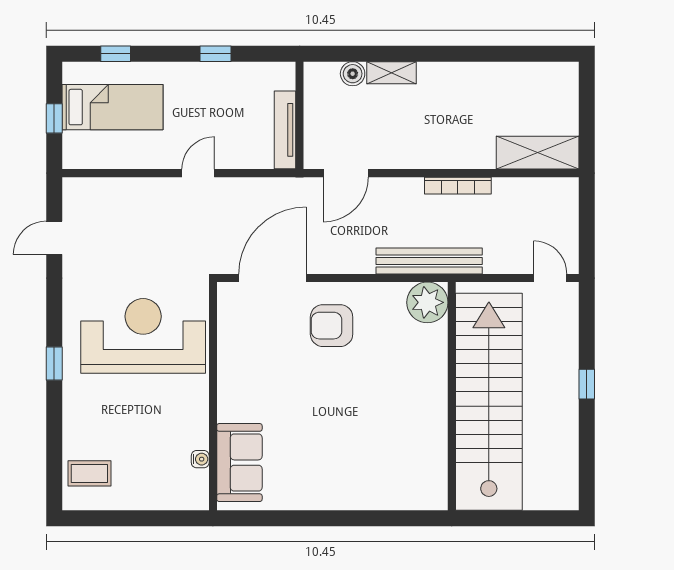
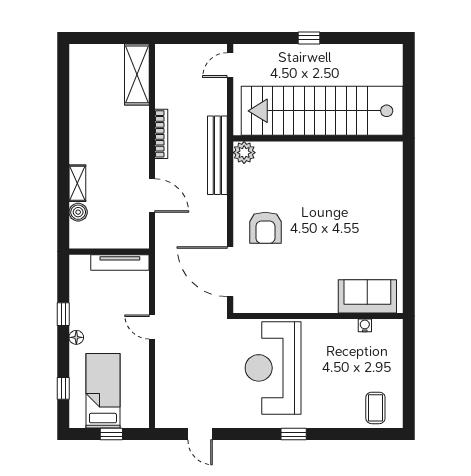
floor lamp: (184, 71) -> (76, 337), added
door: (346, 173) -> (152, 195), moved
plant: (427, 302) -> (244, 153), width x0.73, depth x0.73

